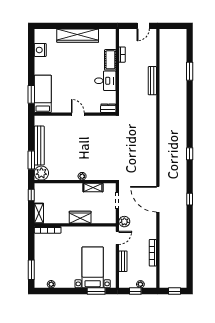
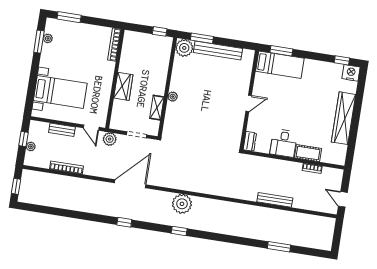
window: (31, 44) -> (342, 60), added
nightstand: (40, 50) -> (351, 73), moved
plant: (167, 155) -> (182, 204), added
shelving: (39, 213) -> (136, 37), removed
window: (96, 291) -> (39, 42), moved

